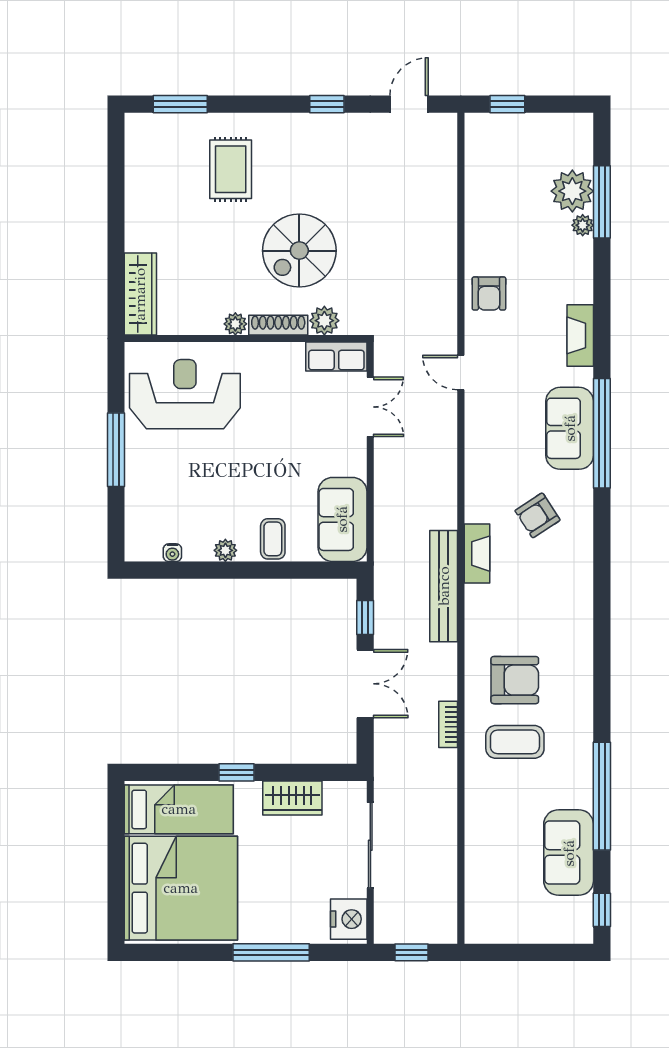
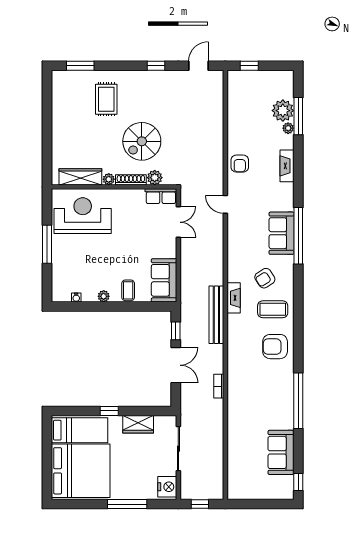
wardrobe: (140, 294) -> (80, 177), moved, turned -90
fireplace: (580, 335) -> (287, 166), moved
armchair: (515, 680) -> (275, 347), moved, turned 180
coffee table: (515, 742) -> (273, 309), moved
window: (602, 796) -> (298, 401), moved

